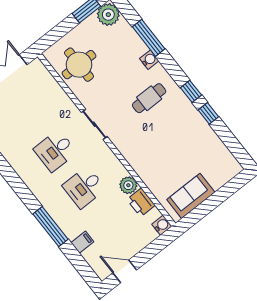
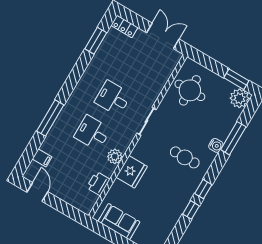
fridge: (142, 161) -> (132, 172), added
plant: (128, 185) -> (115, 156), moved
water cooler: (162, 225) -> (86, 207), removed
filing cabinet: (82, 242) -> (42, 158), moved

